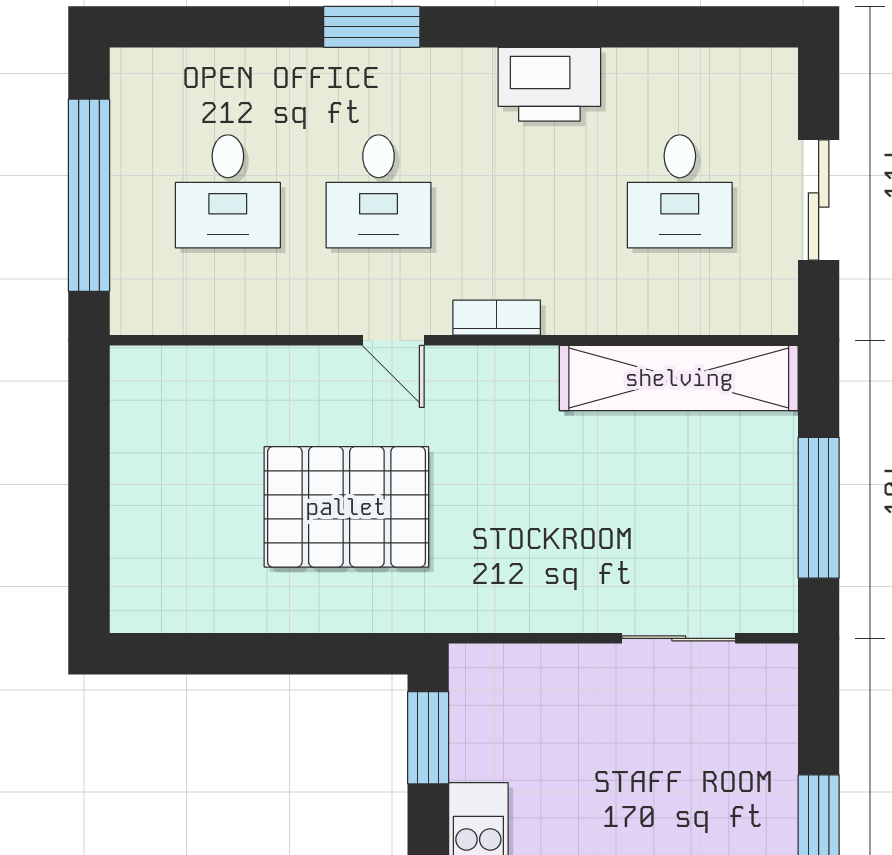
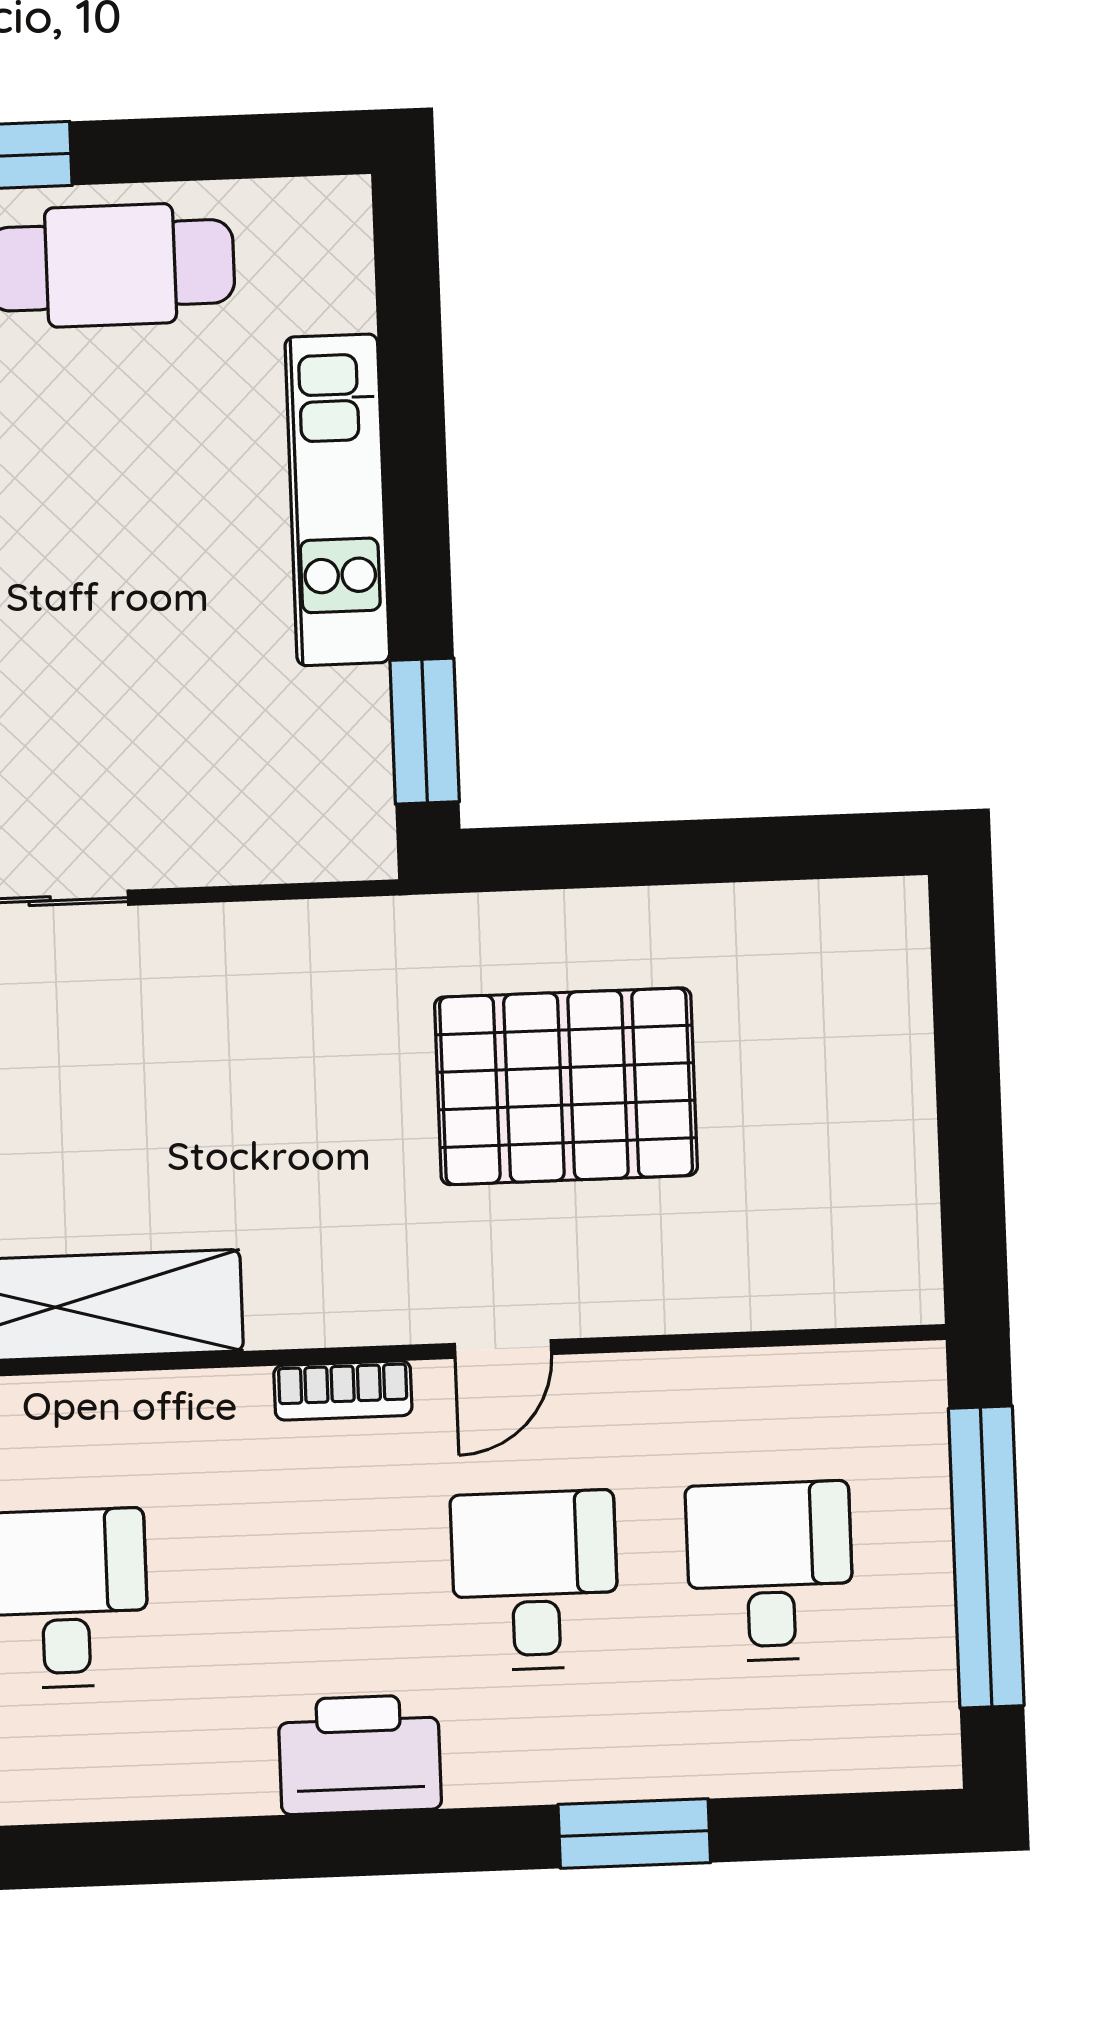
window: (372, 27) -> (634, 1834), moved
printer: (549, 84) -> (360, 1754), moved
door: (393, 340) -> (503, 1349), swing flipped

